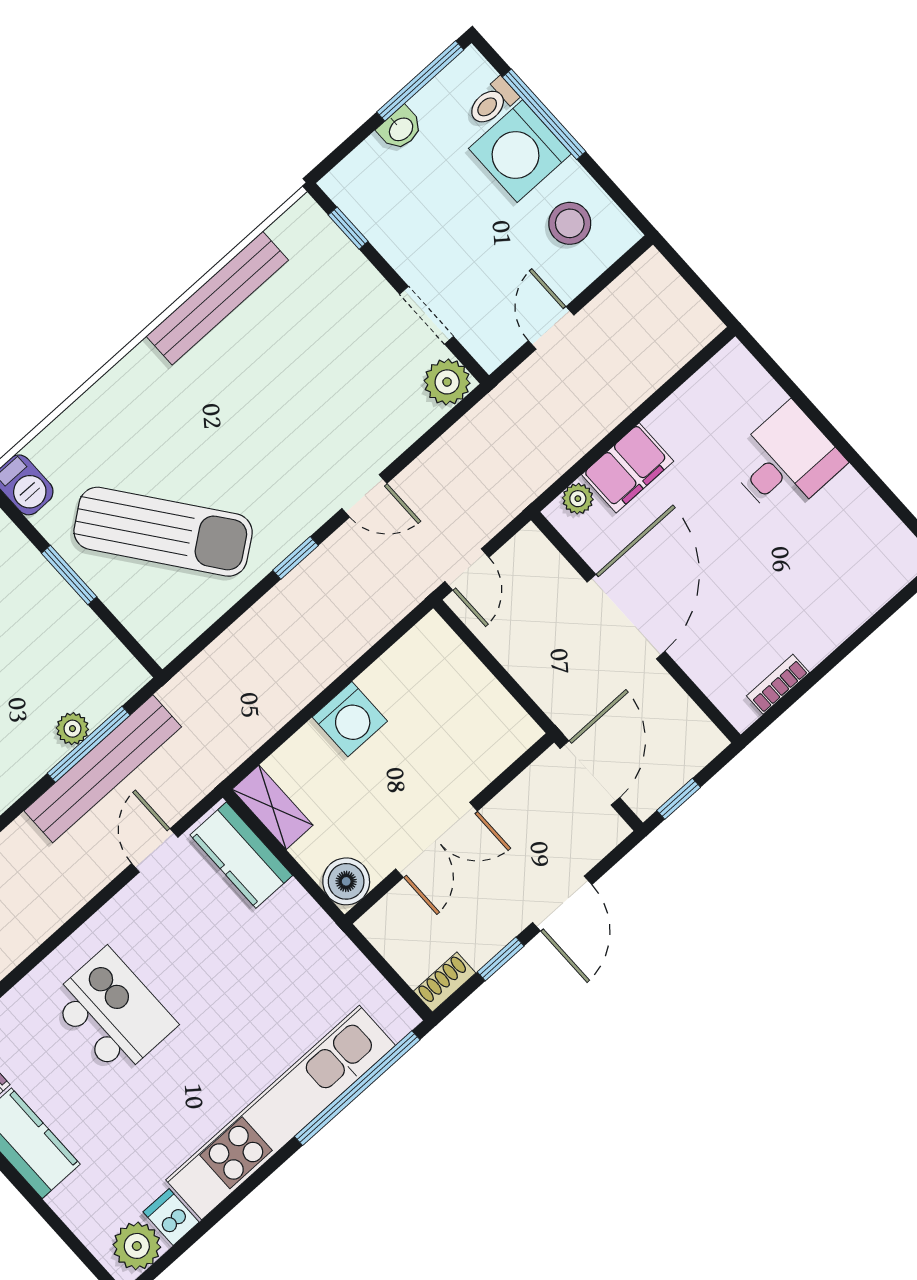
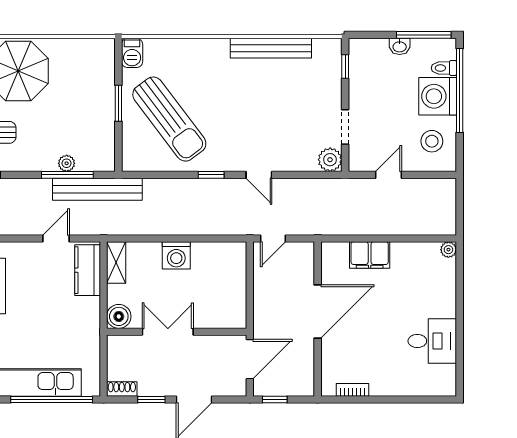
window: (544, 114) -> (460, 91), width x1.46
desk: (785, 462) -> (432, 341), moved
plant: (578, 499) -> (448, 250), moved
bench: (103, 769) -> (97, 189), moved
double door: (437, 840) -> (168, 332), swing flipped

